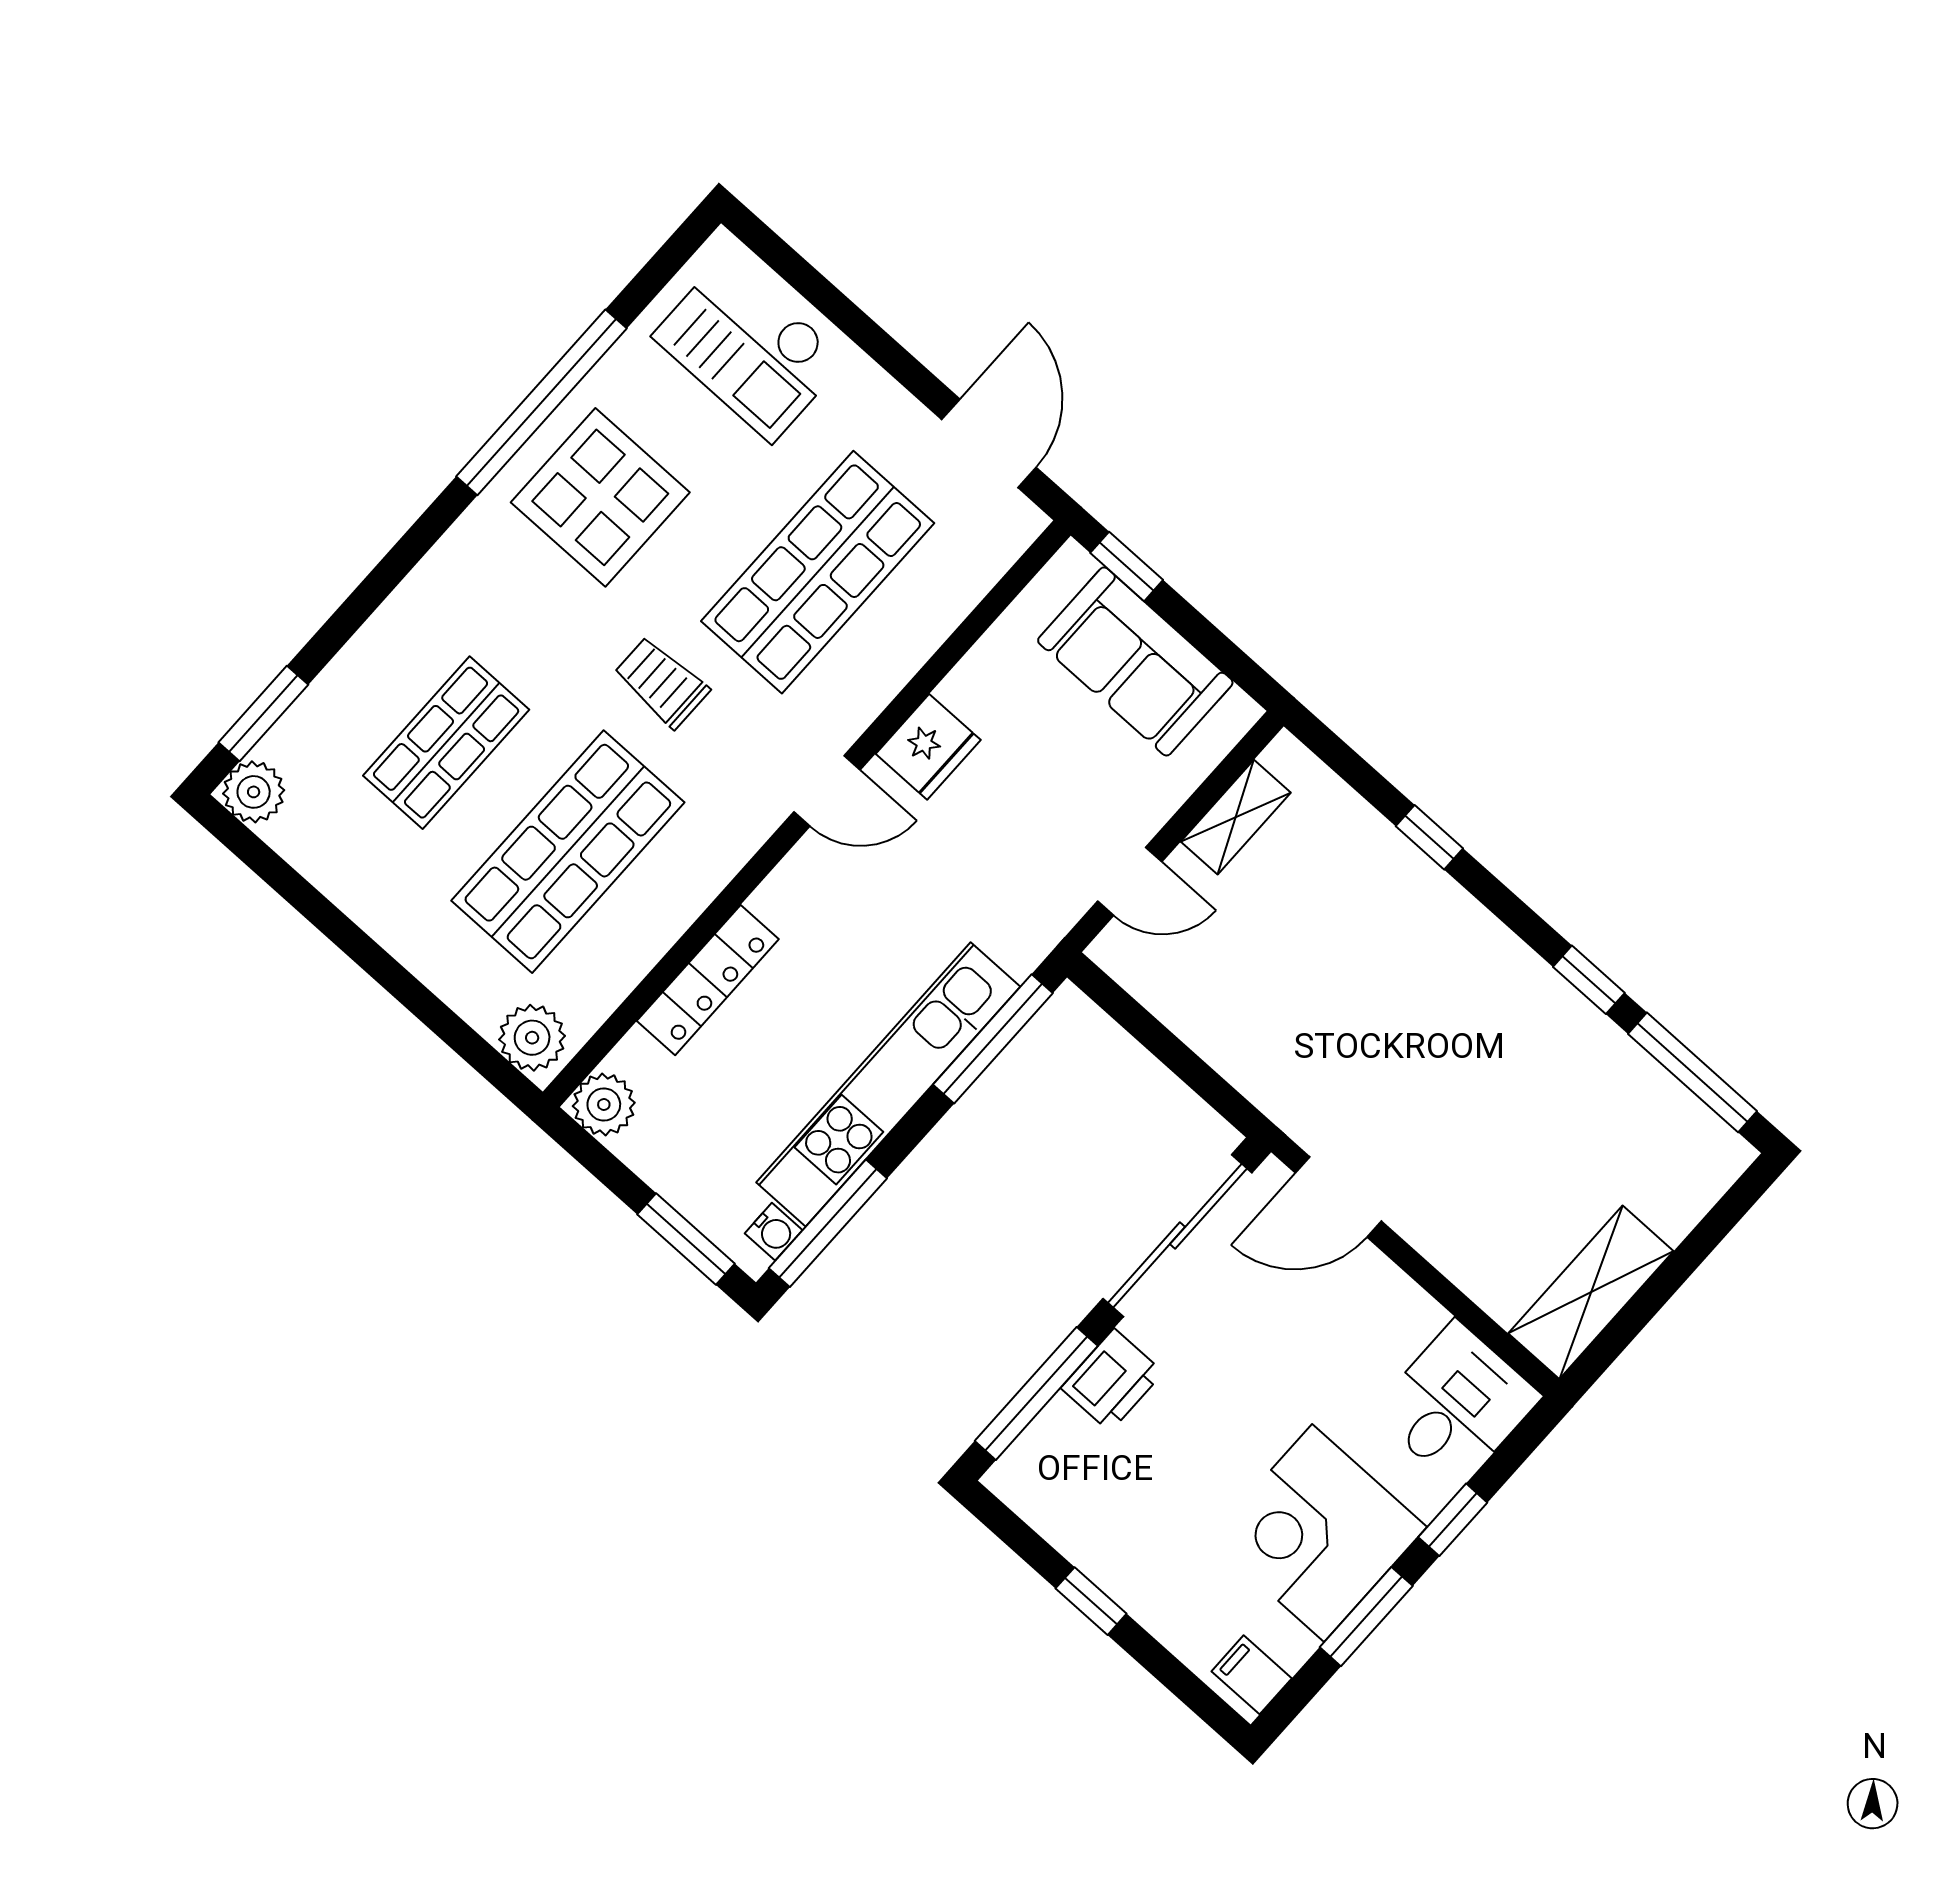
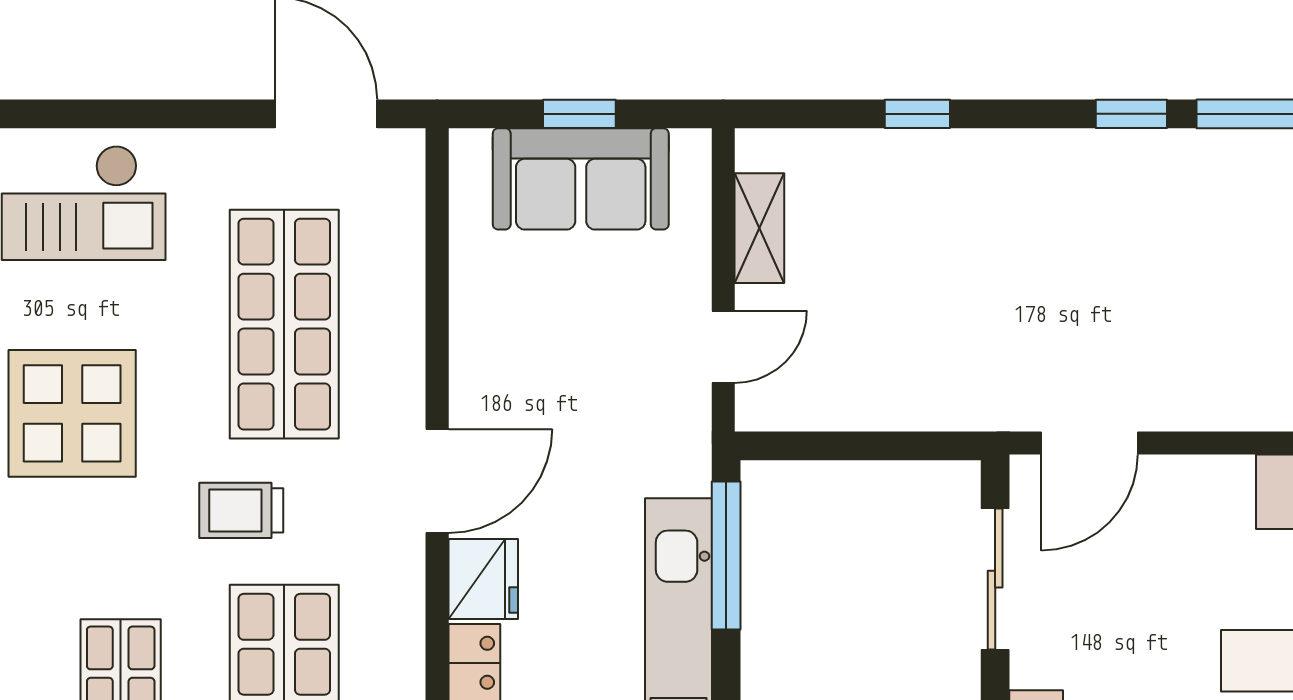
window: (1127, 566) -> (579, 114), moved
fridge: (928, 747) -> (483, 579), moved
door: (827, 791) -> (437, 481), width x1.38
sliding door: (1177, 1236) -> (995, 579), width x0.73

